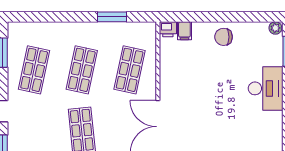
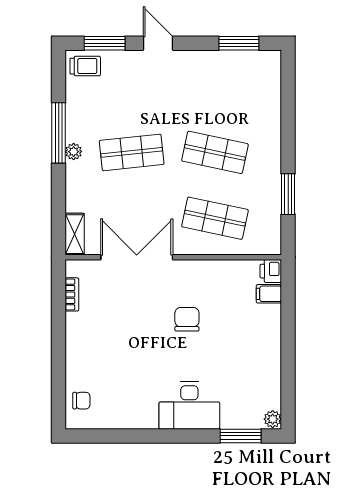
chair: (224, 37) -> (187, 319), moved
shop shelf: (34, 70) -> (215, 87), removed

